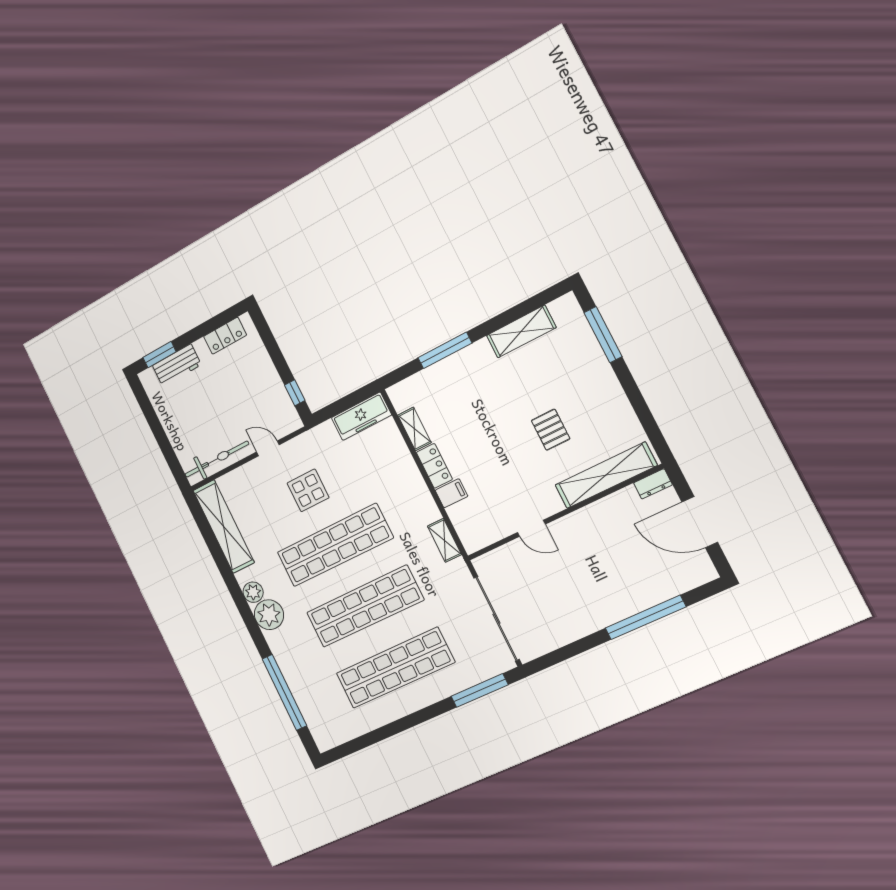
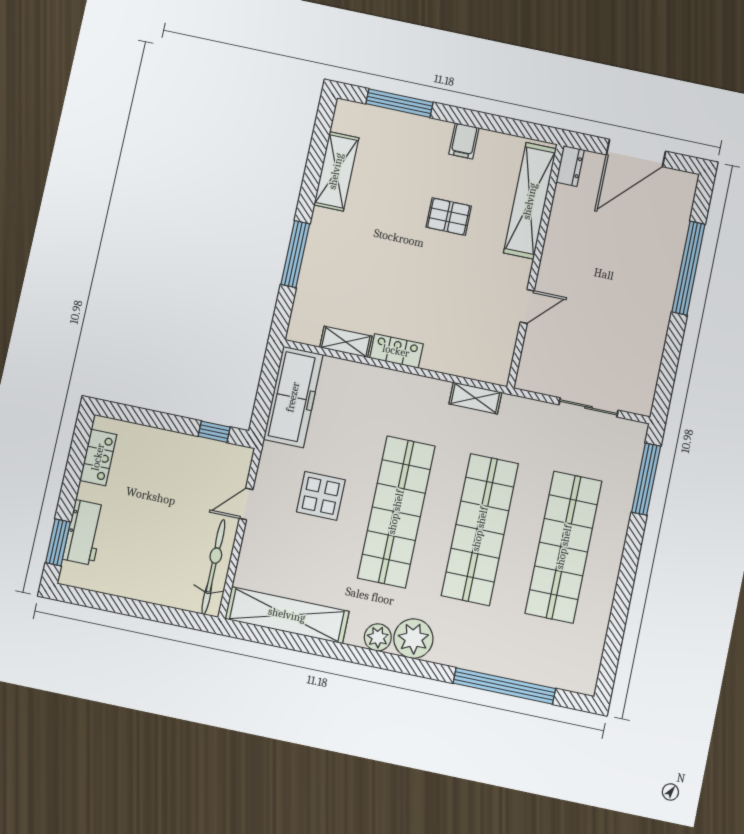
freezer: (361, 416) -> (293, 397), width x1.36, depth x1.26
filing cabinet: (452, 493) -> (464, 141), moved, turned 180
sliding door: (496, 619) -> (589, 407), width x0.54

